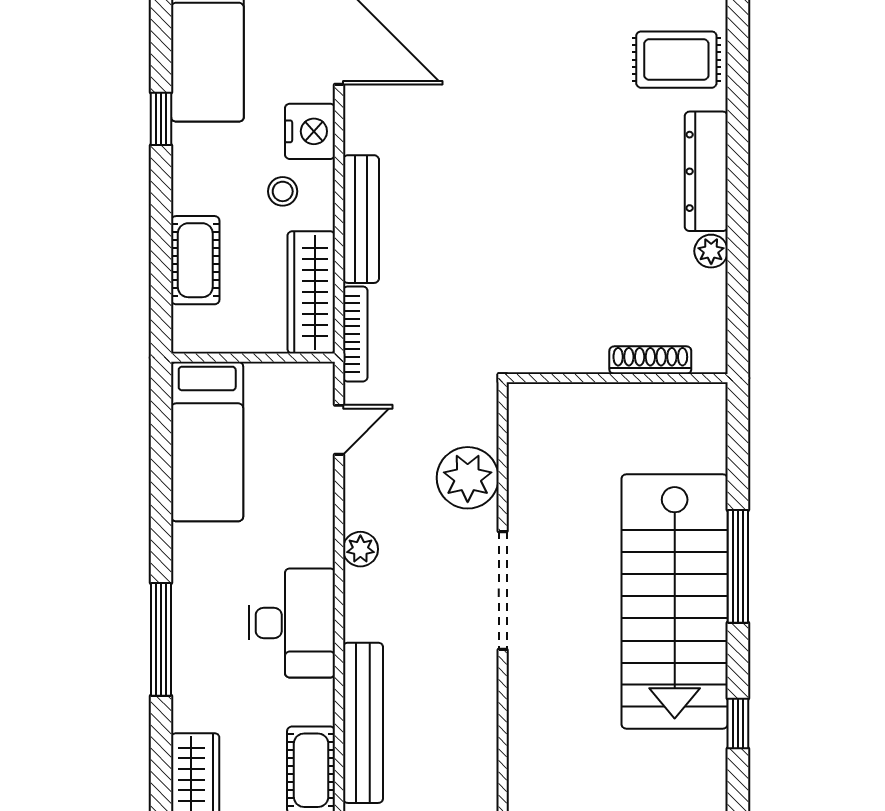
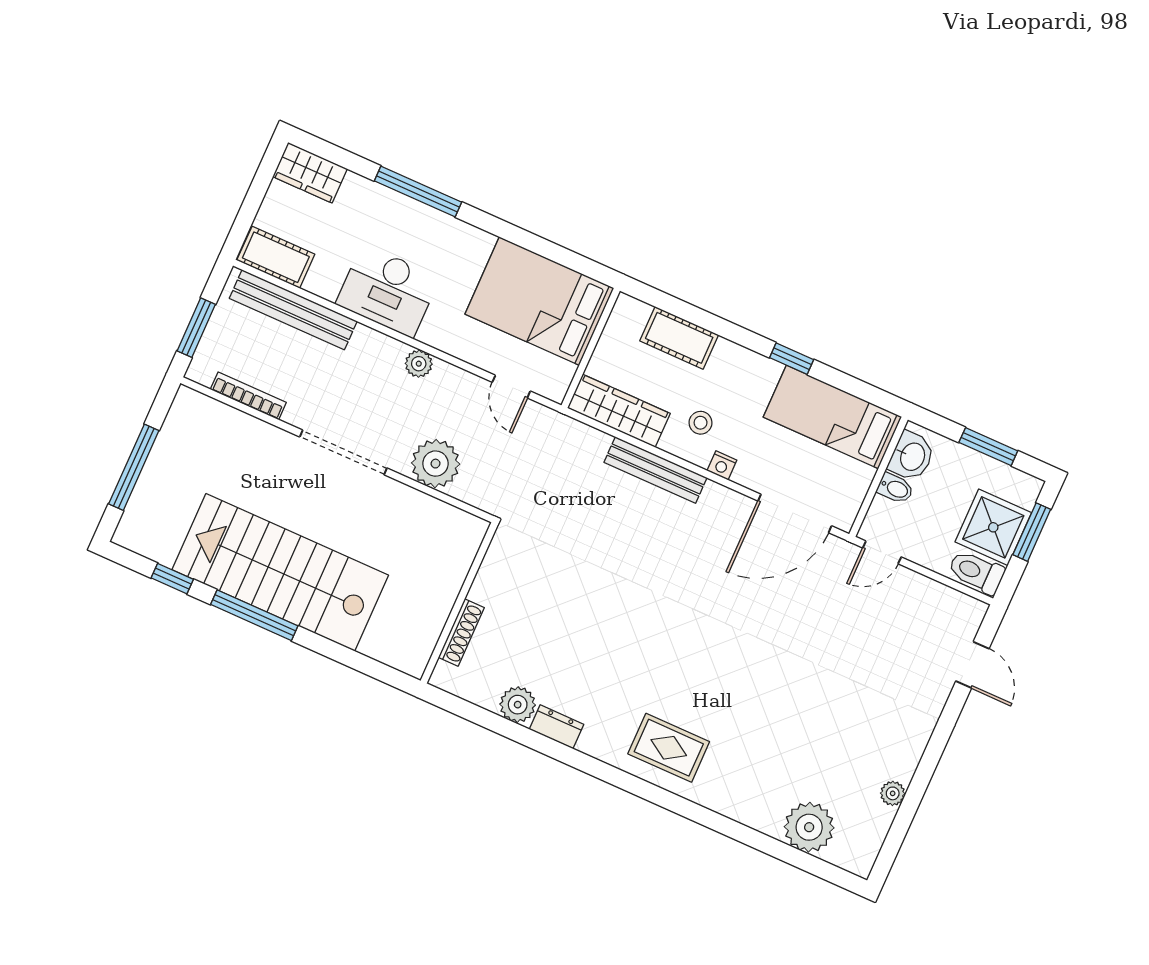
rug: (676, 60) -> (669, 748), turned 90
nightstand: (310, 131) -> (722, 465), width x0.53, depth x0.56
dresser: (706, 171) -> (556, 727), width x0.51, depth x0.80
plant: (711, 251) -> (518, 705), width x1.38, depth x1.38
bookcase: (355, 334) -> (248, 396), moved, turned 180
bed: (207, 442) -> (539, 301), width x1.50
window: (738, 566) -> (254, 615), moved

